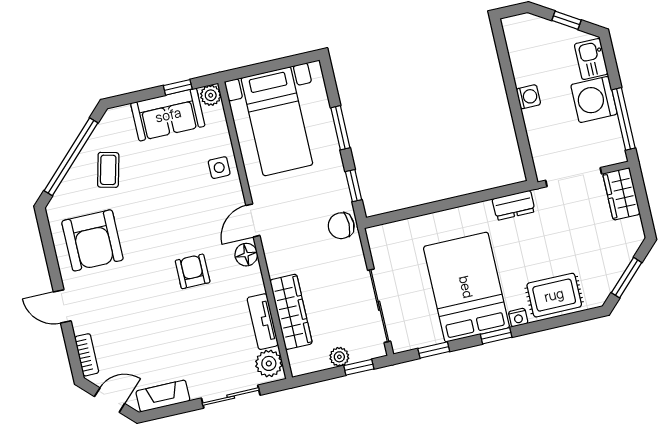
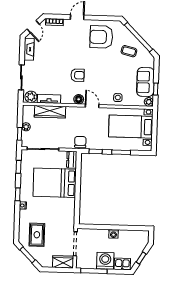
dresser: (514, 205) -> (72, 160), moved
bed: (466, 287) -> (55, 183), moved, turned 180
rug: (554, 295) -> (37, 235), moved

